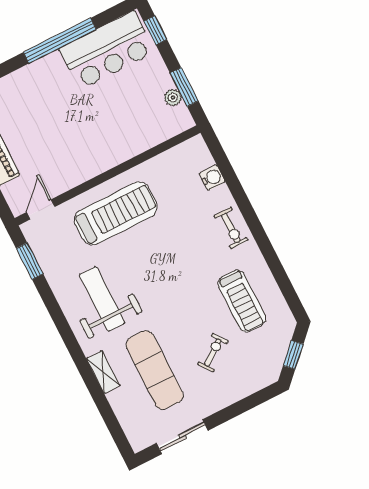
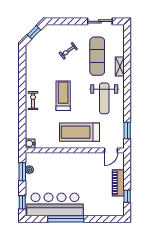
bar counter: (107, 50) -> (55, 204), width x1.36
water cooler: (212, 178) -> (30, 144), moved
treadmill: (242, 301) -> (63, 96), moved

